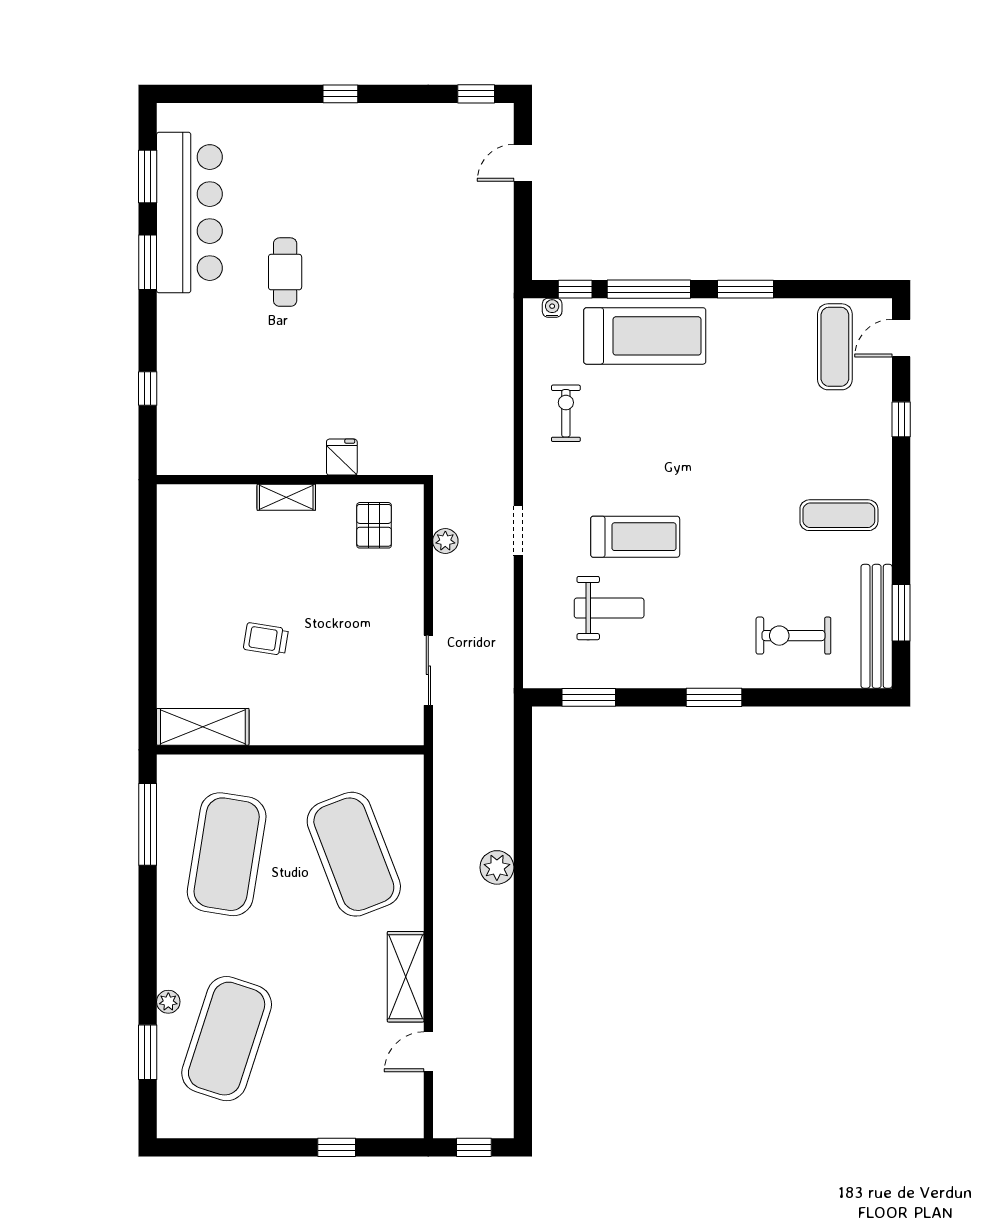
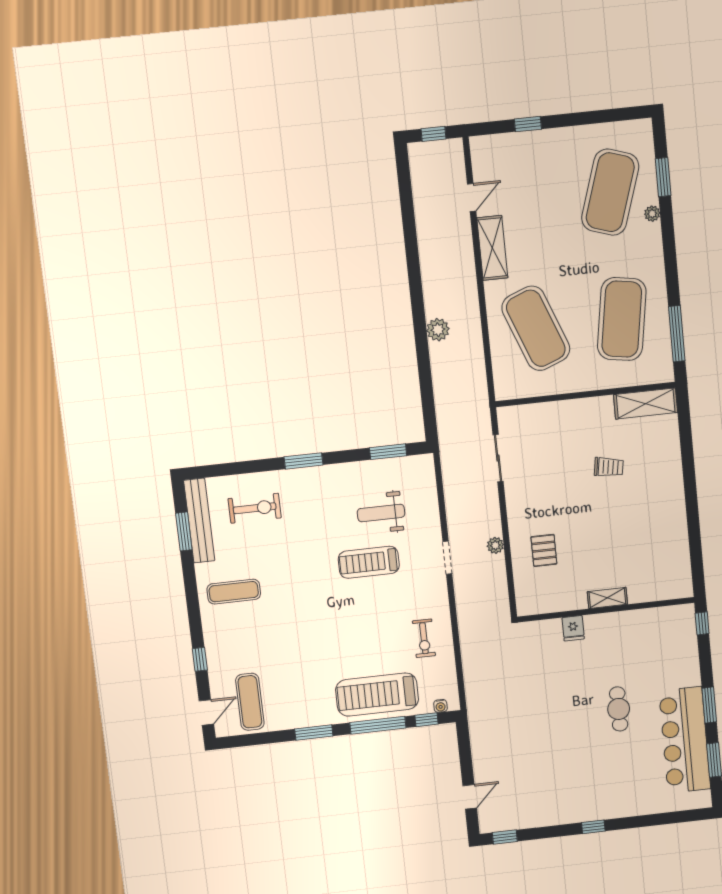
fridge: (342, 457) -> (573, 628), moved
wall: (290, 480) -> (606, 610), moved
shelving: (286, 497) -> (607, 598), moved

